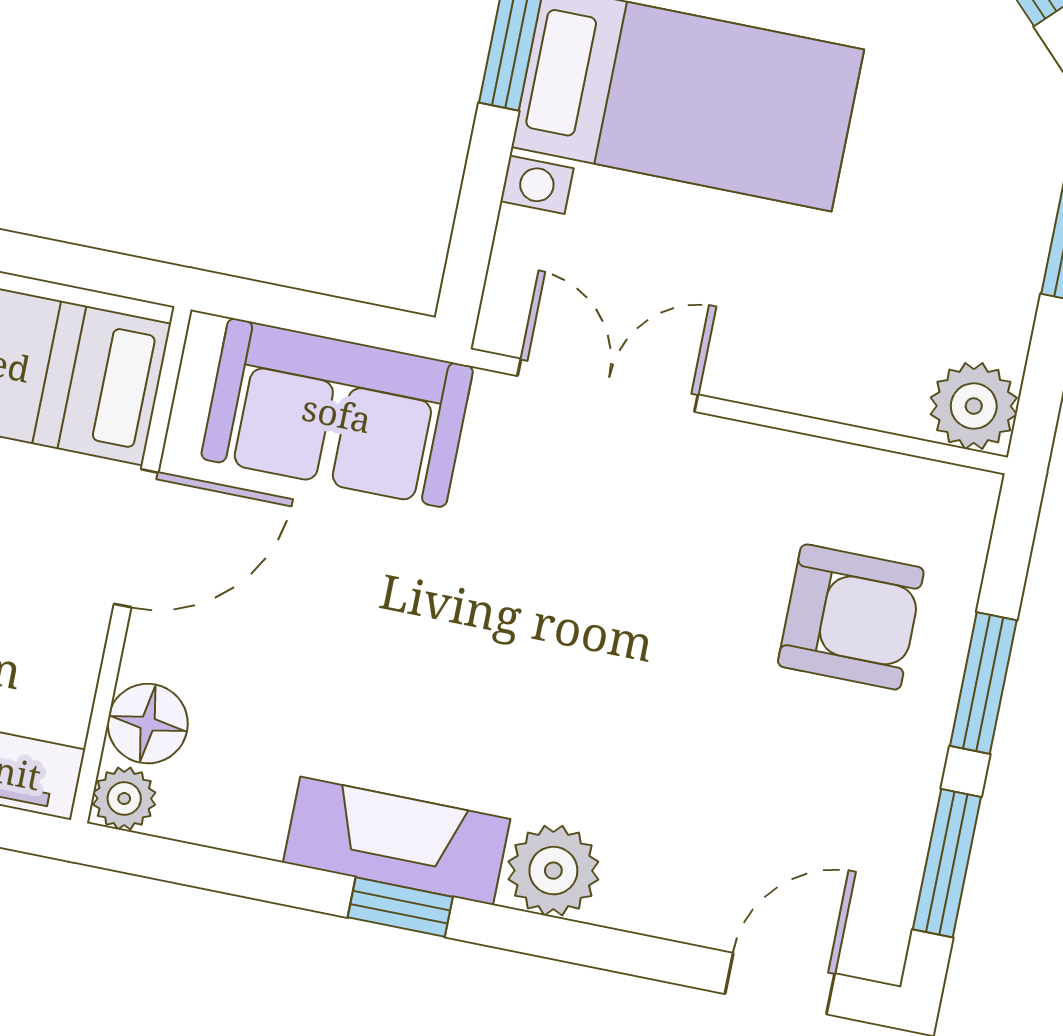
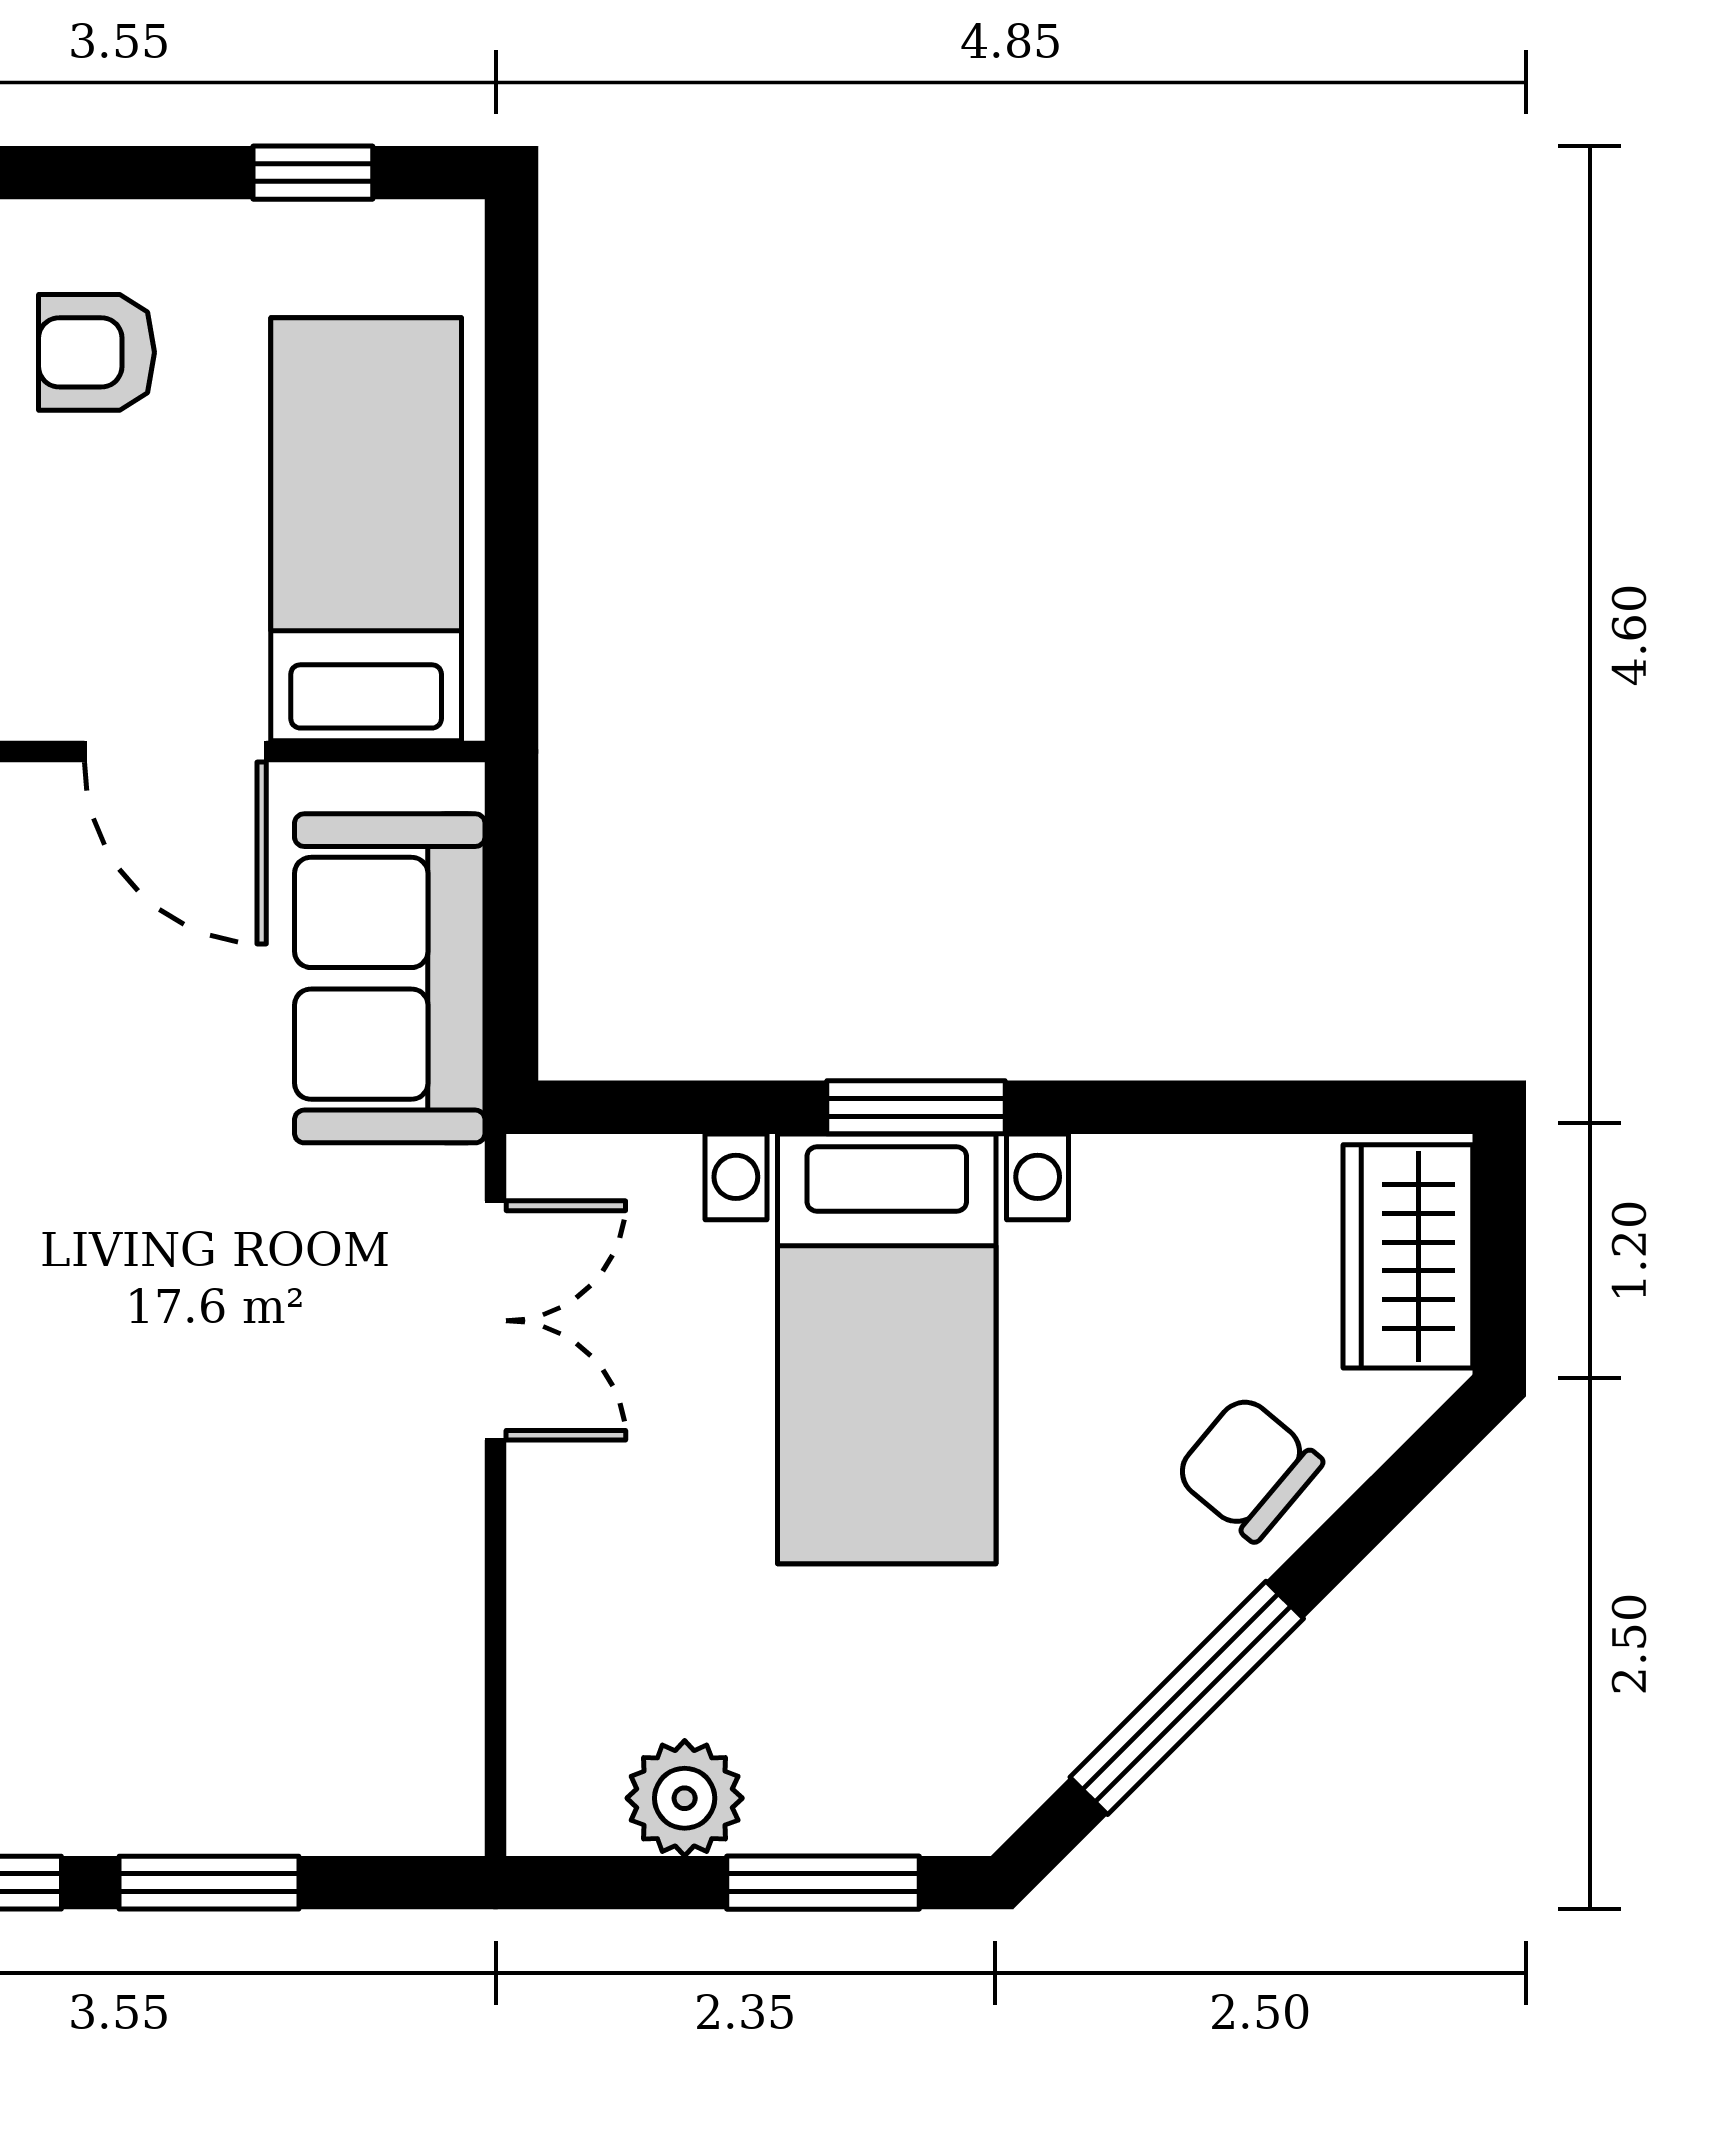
plant: (974, 406) -> (685, 1798), moved
armchair: (851, 617) -> (260, 1694), removed

